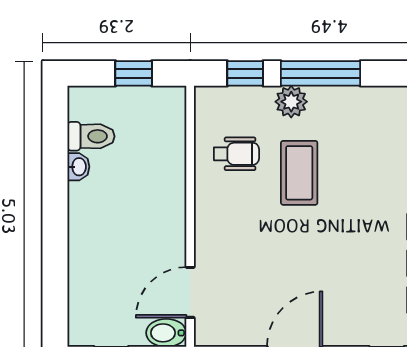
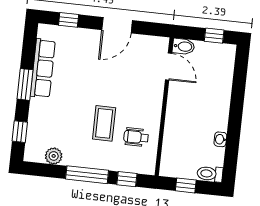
plant: (291, 102) -> (54, 156), moved
toilet: (91, 136) -> (210, 174), moved
door: (190, 292) -> (168, 66), hinge flipped

